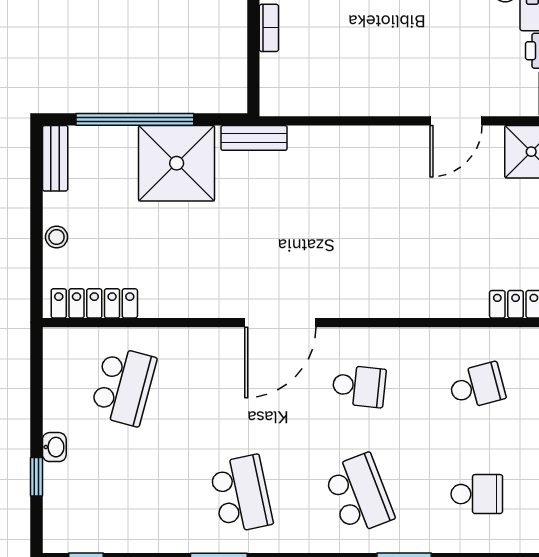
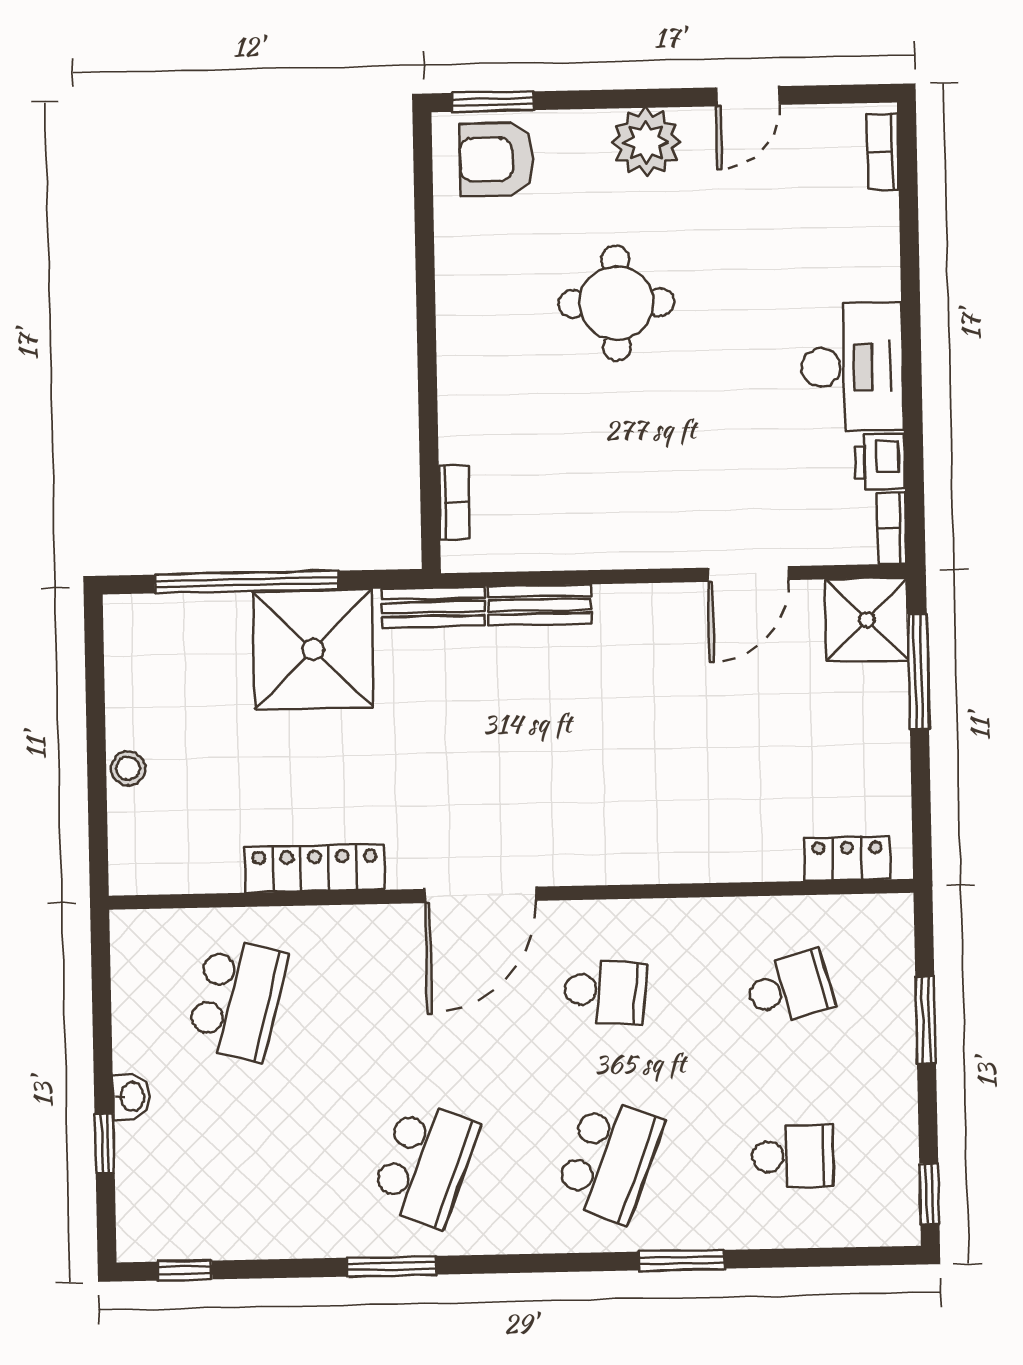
bookcase: (269, 28) -> (454, 502), moved
bench: (55, 158) -> (540, 605), moved, turned 90
locker: (94, 303) -> (315, 868), moved
school desk: (241, 494) -> (425, 1164), turned 33
school desk: (359, 494) -> (609, 1160), turned 42

